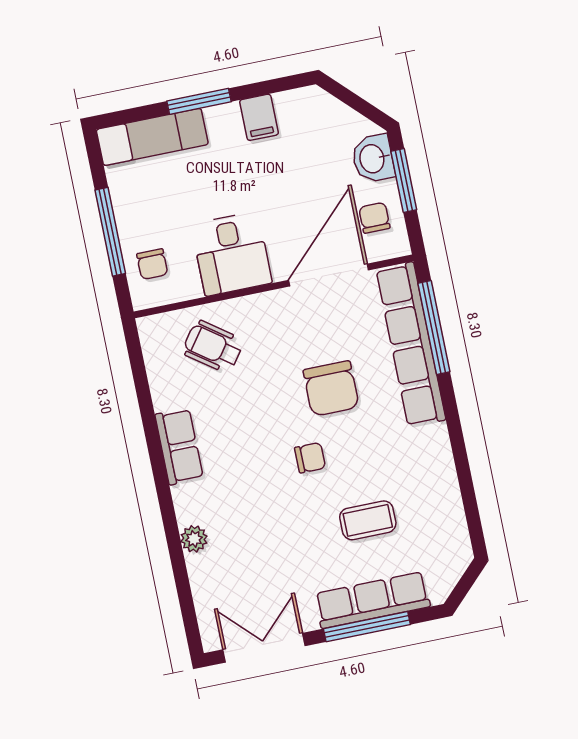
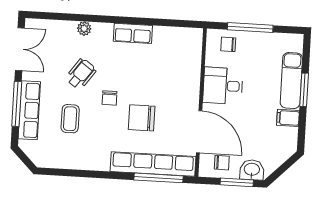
exam couch: (152, 137) -> (291, 81), moved
wheelchair: (213, 347) -> (81, 74), moved

